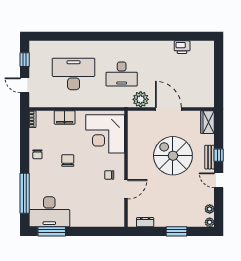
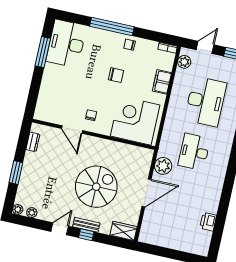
plant: (42, 101) -> (184, 62), added
window: (25, 193) -> (112, 27), moved
window: (52, 231) -> (43, 52), moved

